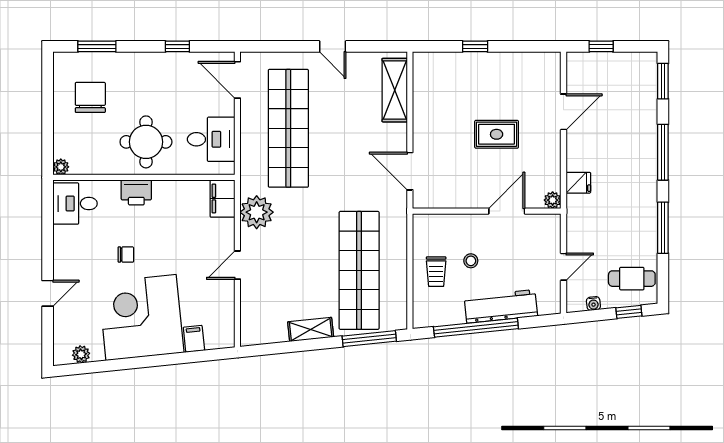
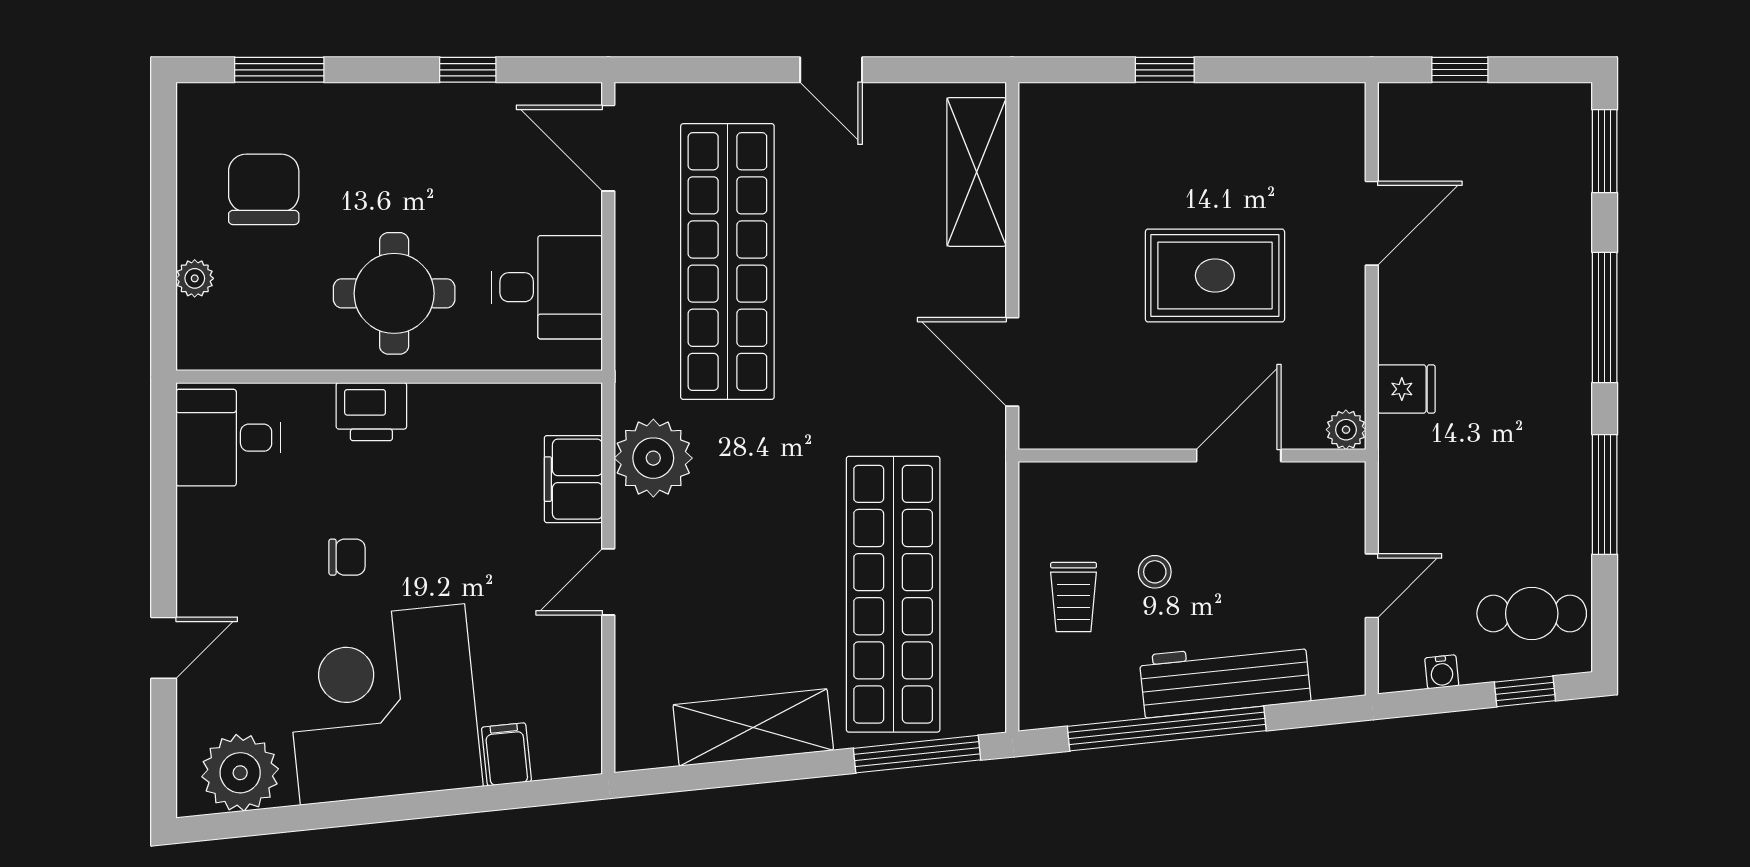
rug: (497, 134) -> (1215, 276), width x1.36, depth x1.43
plant: (61, 167) -> (195, 278), moved
filing cabinet: (223, 199) -> (573, 479), moved
shelving: (311, 329) -> (753, 727), width x1.50, depth x1.33
plant: (81, 354) -> (240, 773), width x1.87, depth x1.87

